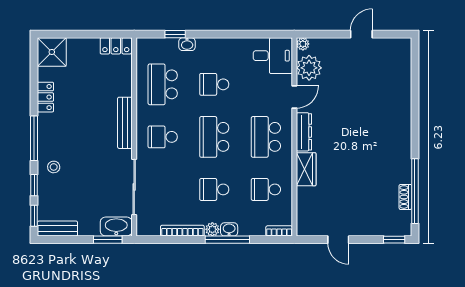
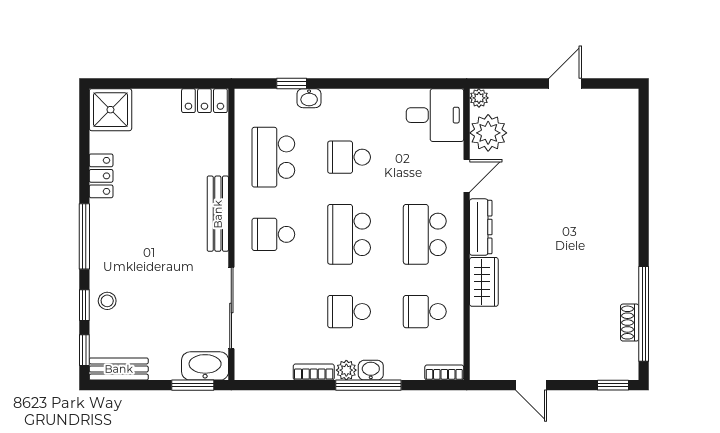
stool: (54, 167) -> (107, 301), moved
bookcase: (182, 231) -> (314, 372), width x0.64

